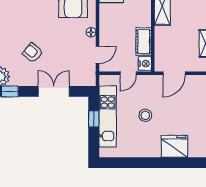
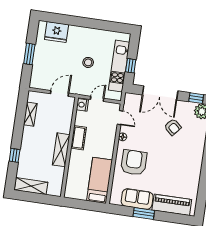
cot: (144, 42) -> (79, 138), moved
door: (97, 55) -> (120, 118), swing flipped
double door: (54, 91) -> (160, 93), width x1.37
fridge: (174, 146) -> (57, 32), moved

